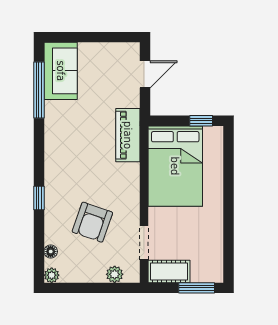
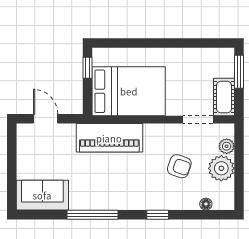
window: (39, 90) -> (93, 215), moved
piano: (128, 135) -> (109, 138), width x1.37, depth x1.33
armchair: (92, 222) -> (179, 166), width x0.72, depth x0.72
plant: (52, 275) -> (221, 168), moved, width x1.88, depth x1.88

